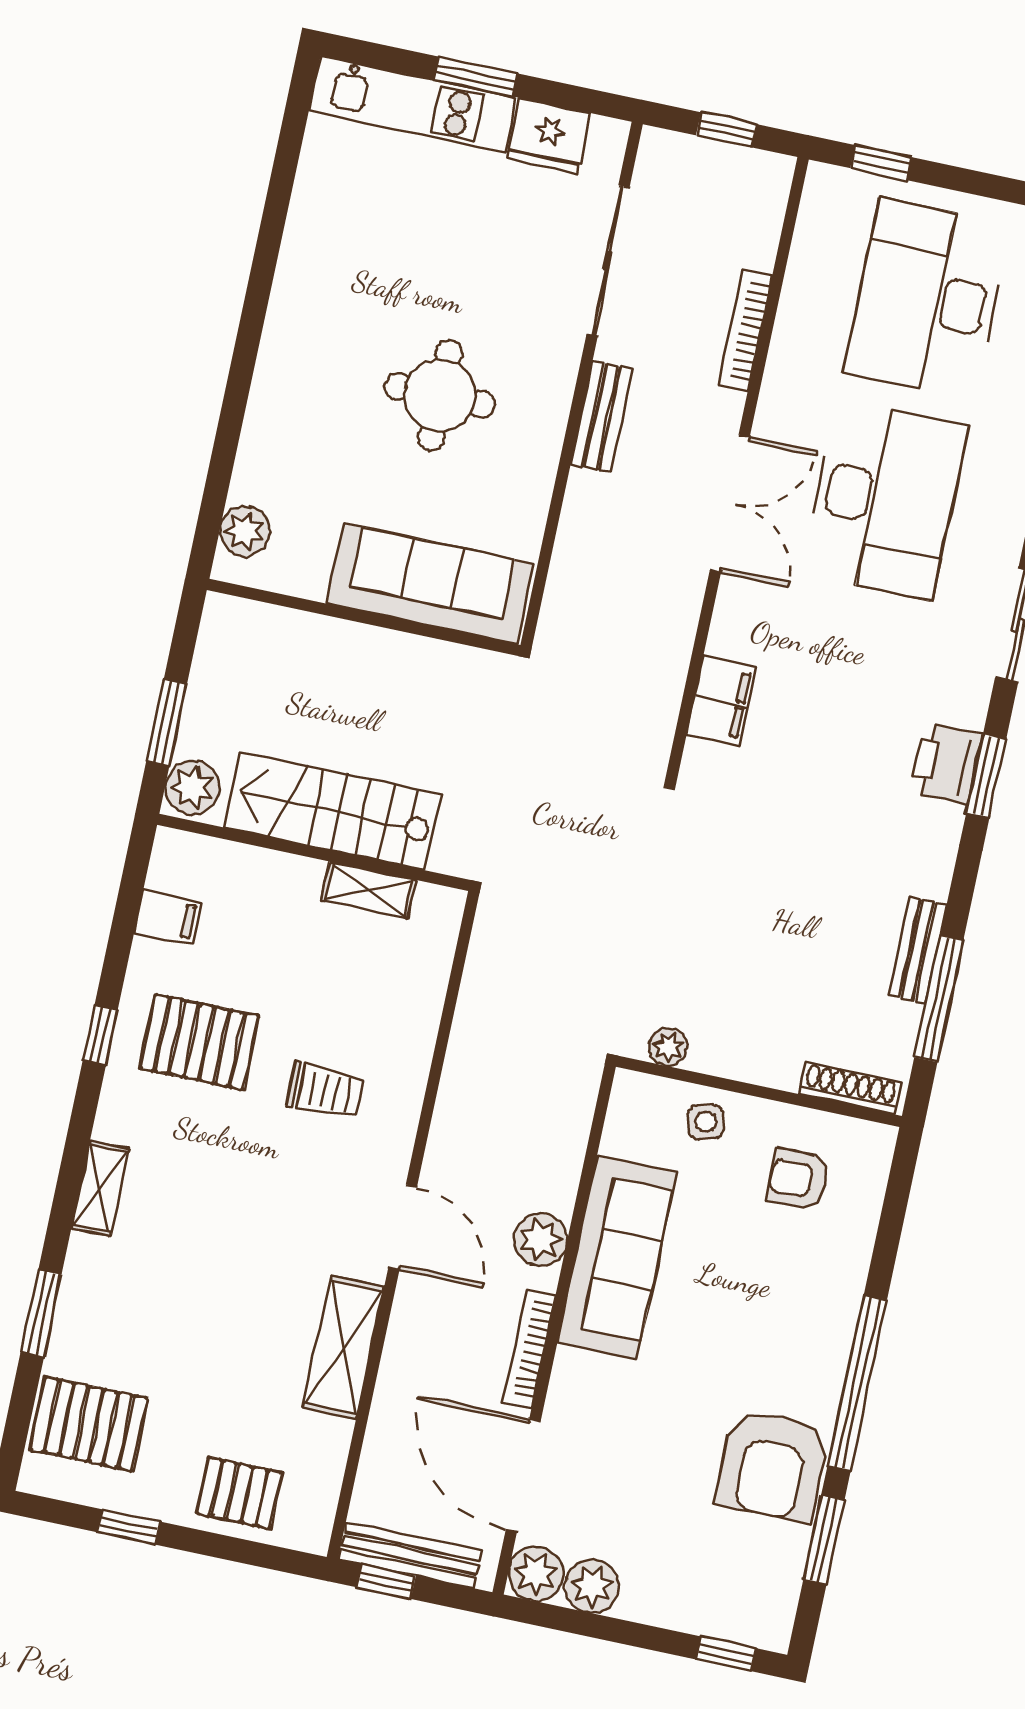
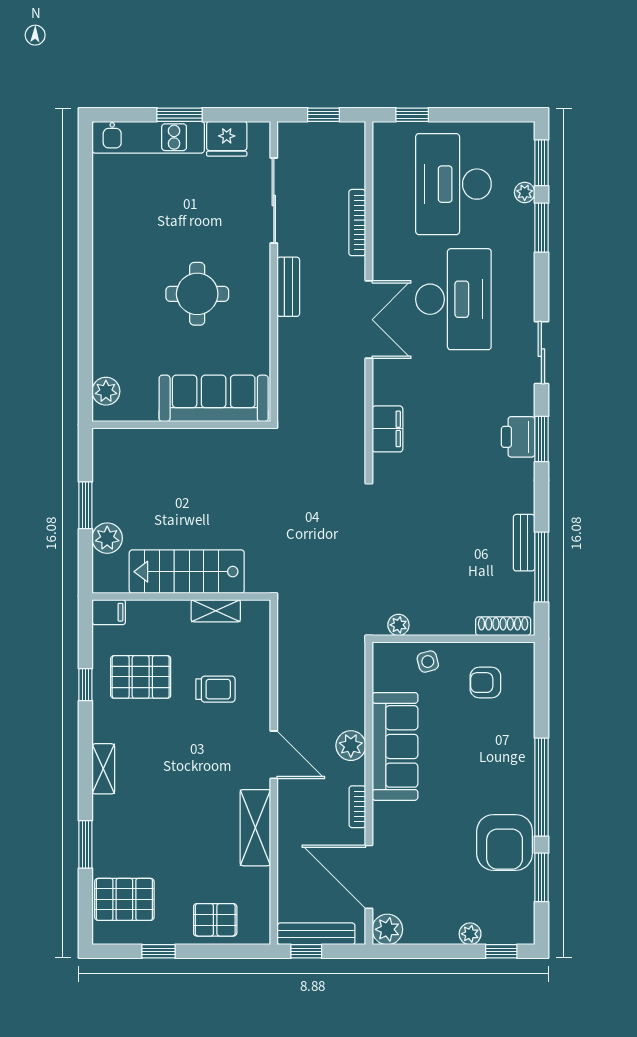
stairs: (332, 811) -> (187, 572), moved
wall: (314, 852) -> (181, 596), moved
shelving: (369, 890) -> (216, 611), moved
bookcase: (529, 1349) -> (357, 807), width x0.64
plant: (592, 1586) -> (470, 934), moved, width x0.73, depth x0.73

